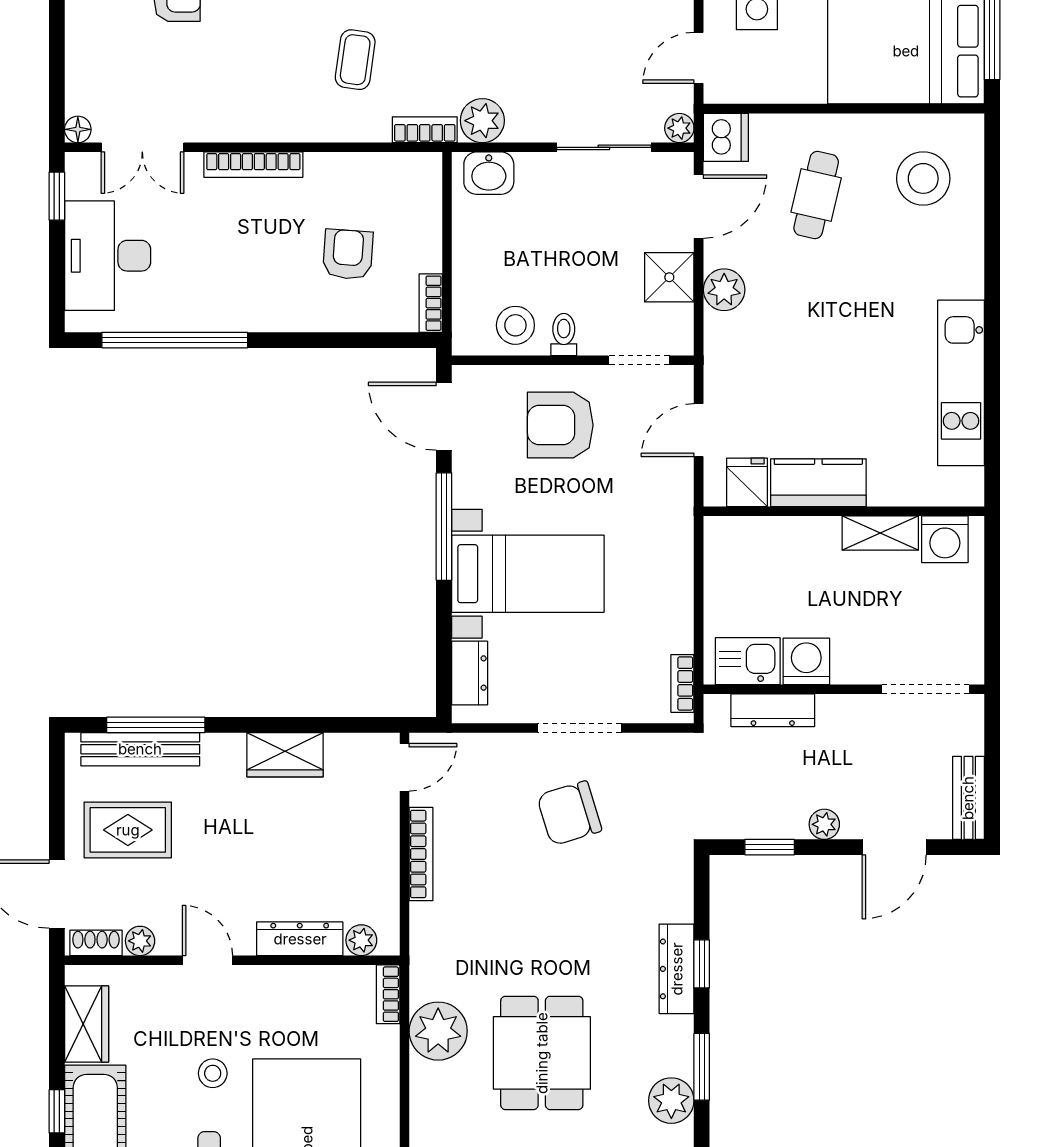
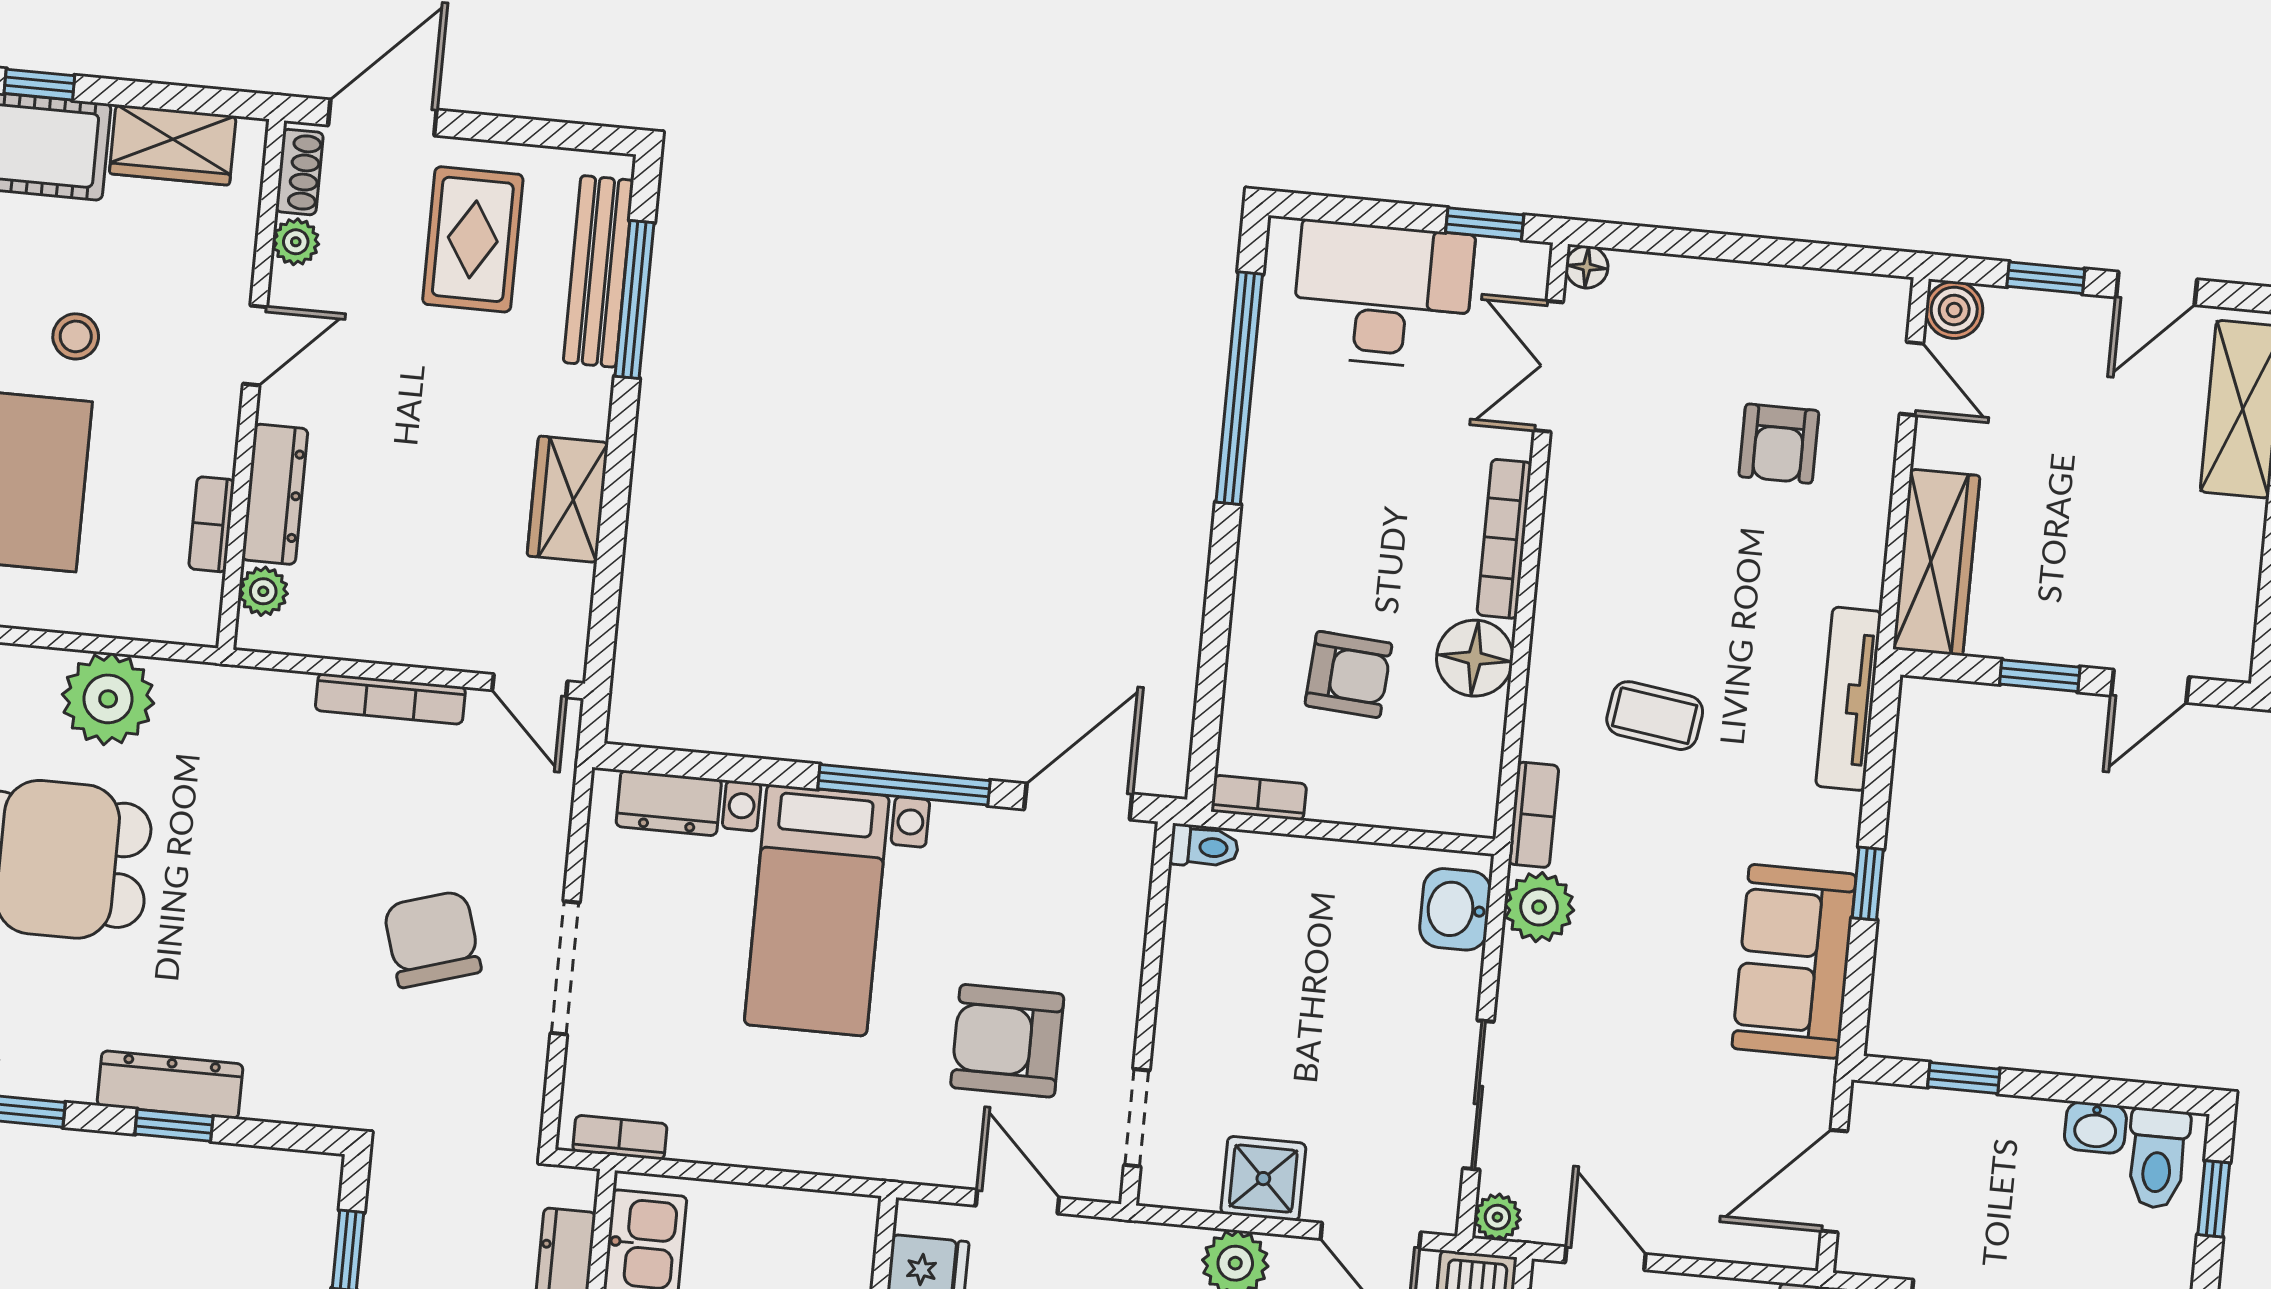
floor lamp: (330, 176) -> (1475, 658), added
stool: (515, 325) -> (1211, 928), removed
toilet: (564, 334) -> (1204, 847), moved
armchair: (560, 425) -> (1007, 1041), moved, turned -90
bookcase: (388, 994) -> (212, 524), moved, turned -90

